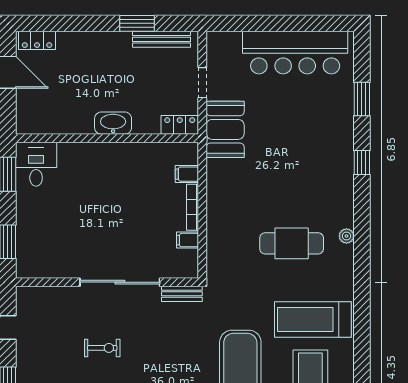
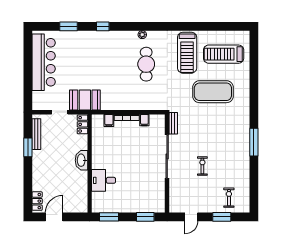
desk: (36, 164) -> (104, 180), moved

